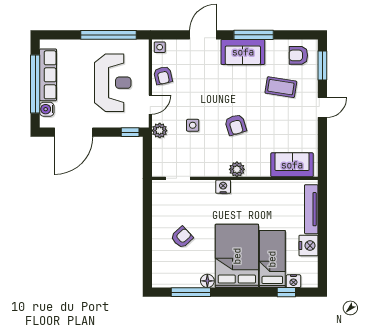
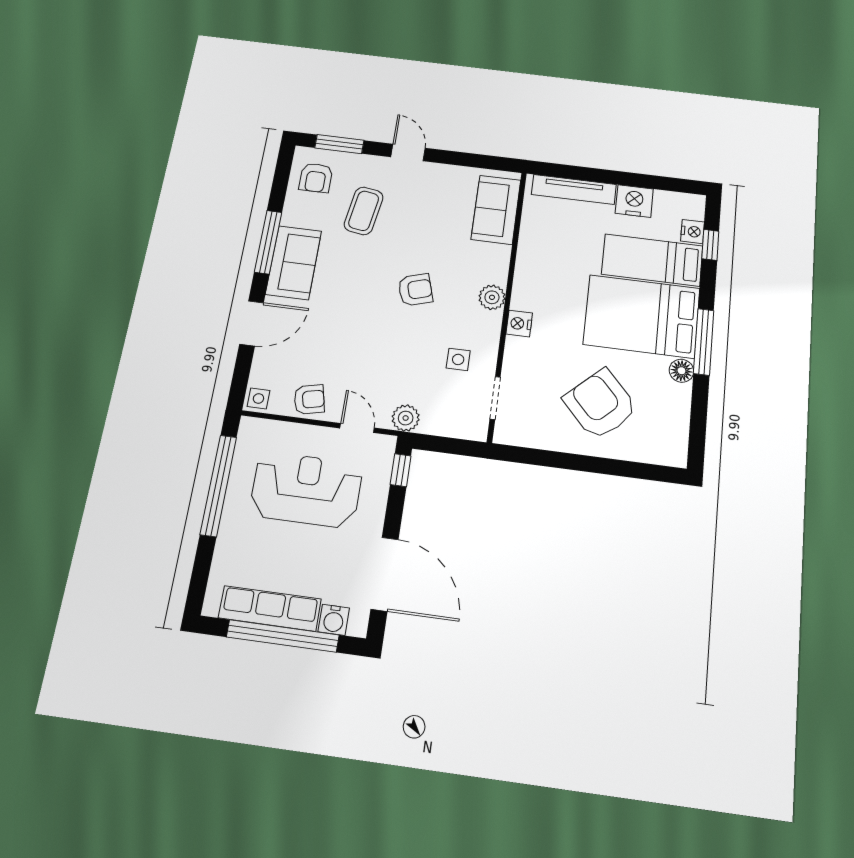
door: (203, 35) -> (252, 323), swing flipped
side table: (193, 125) -> (458, 359), moved
armchair: (182, 237) -> (600, 404), width x1.88, depth x1.88
window: (191, 292) -> (704, 342), moved

